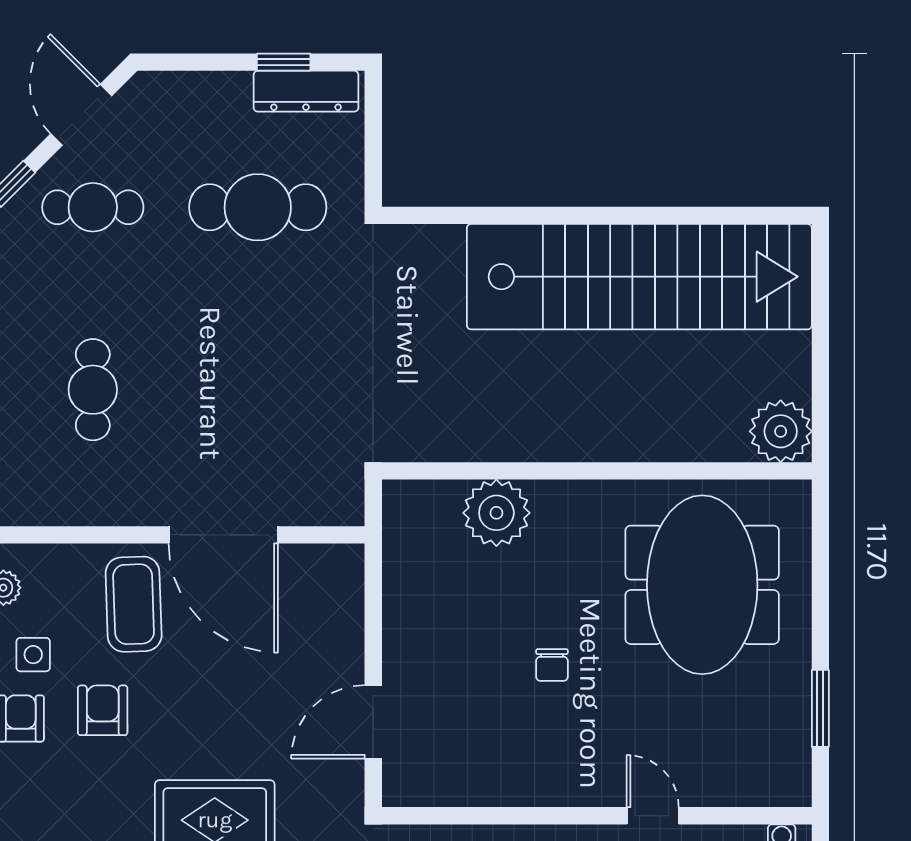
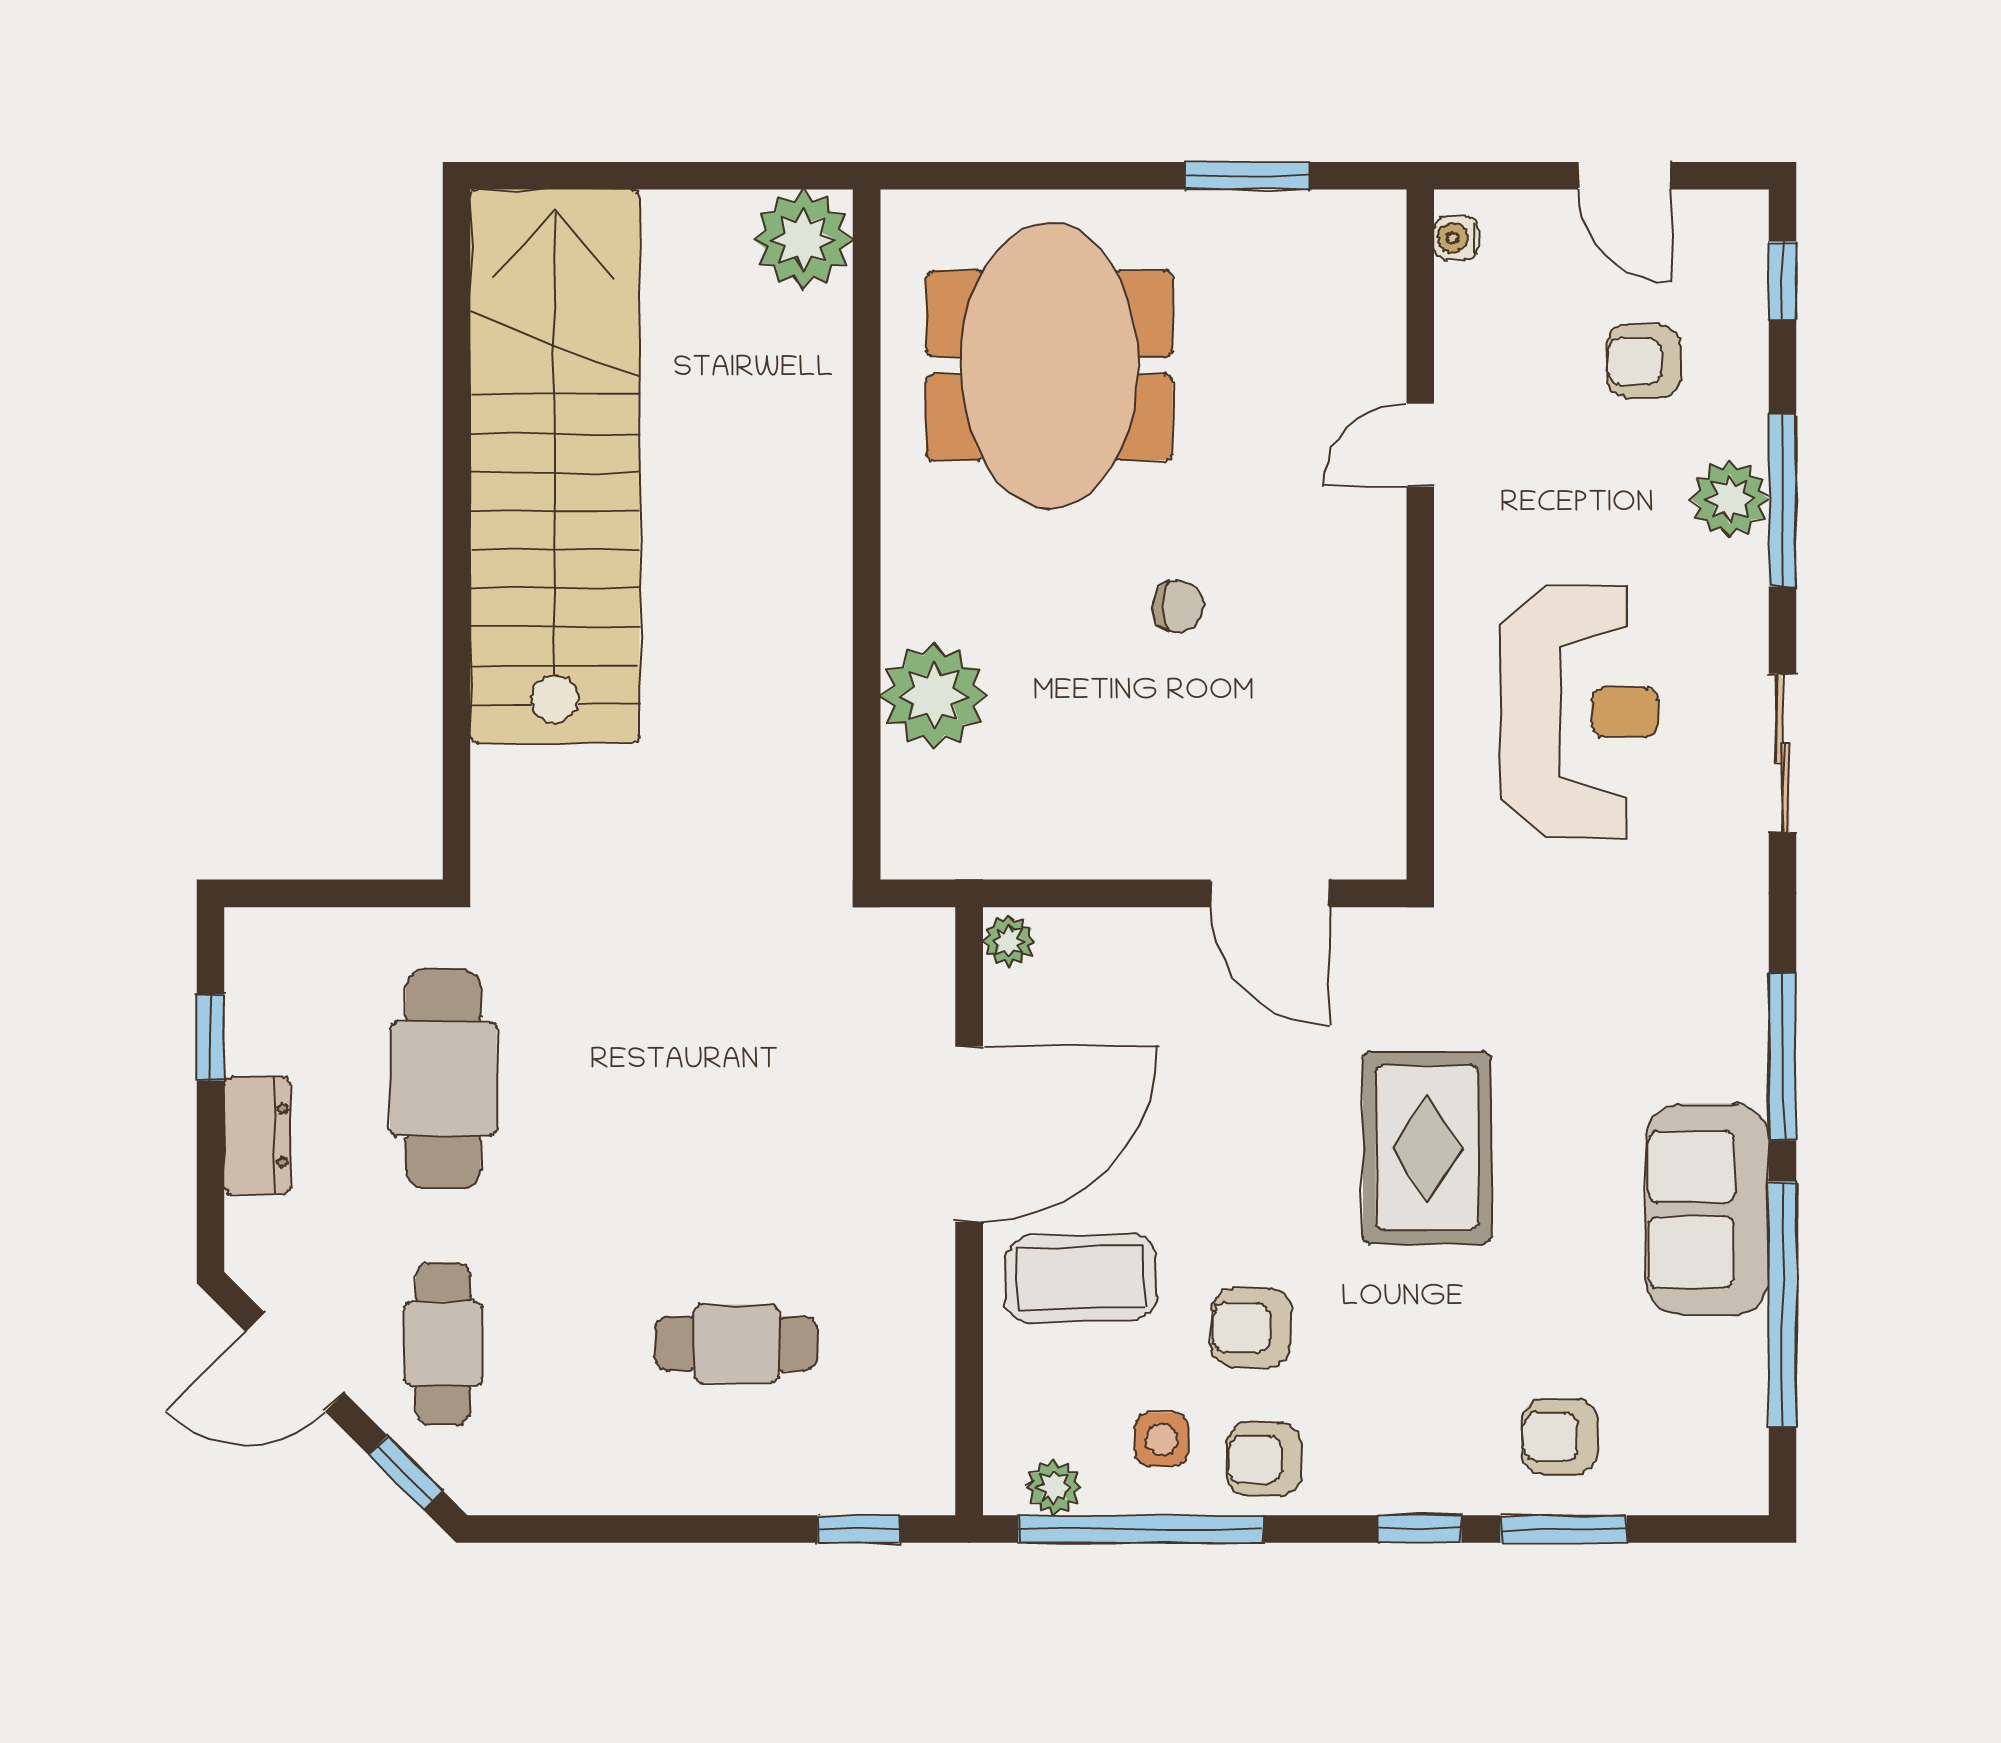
dresser: (306, 91) -> (257, 1136), moved, width x0.70
plant: (343, 560) -> (1009, 941), added
meeting table: (702, 585) -> (1049, 365), turned 90

